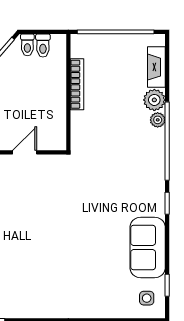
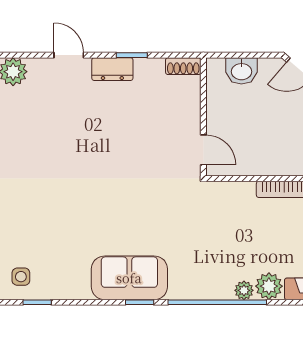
door: (25, 152) -> (203, 150), moved
sofa: (148, 248) -> (129, 278), moved

